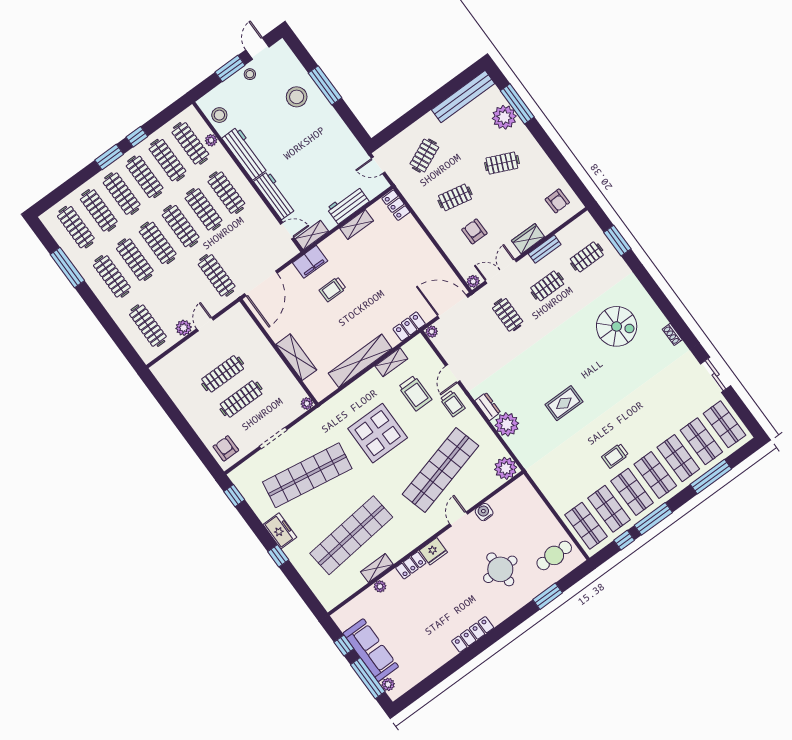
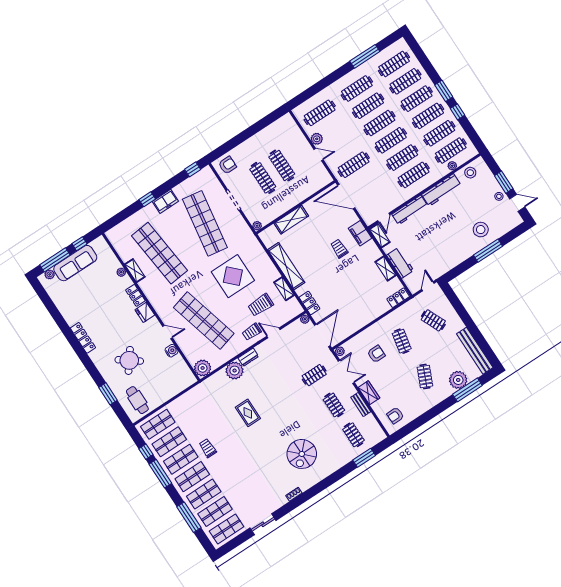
round table: (500, 569) -> (129, 360), turned 37

